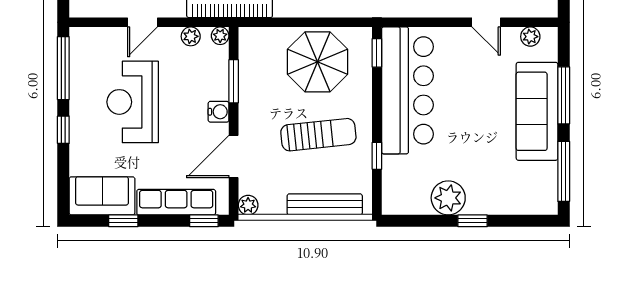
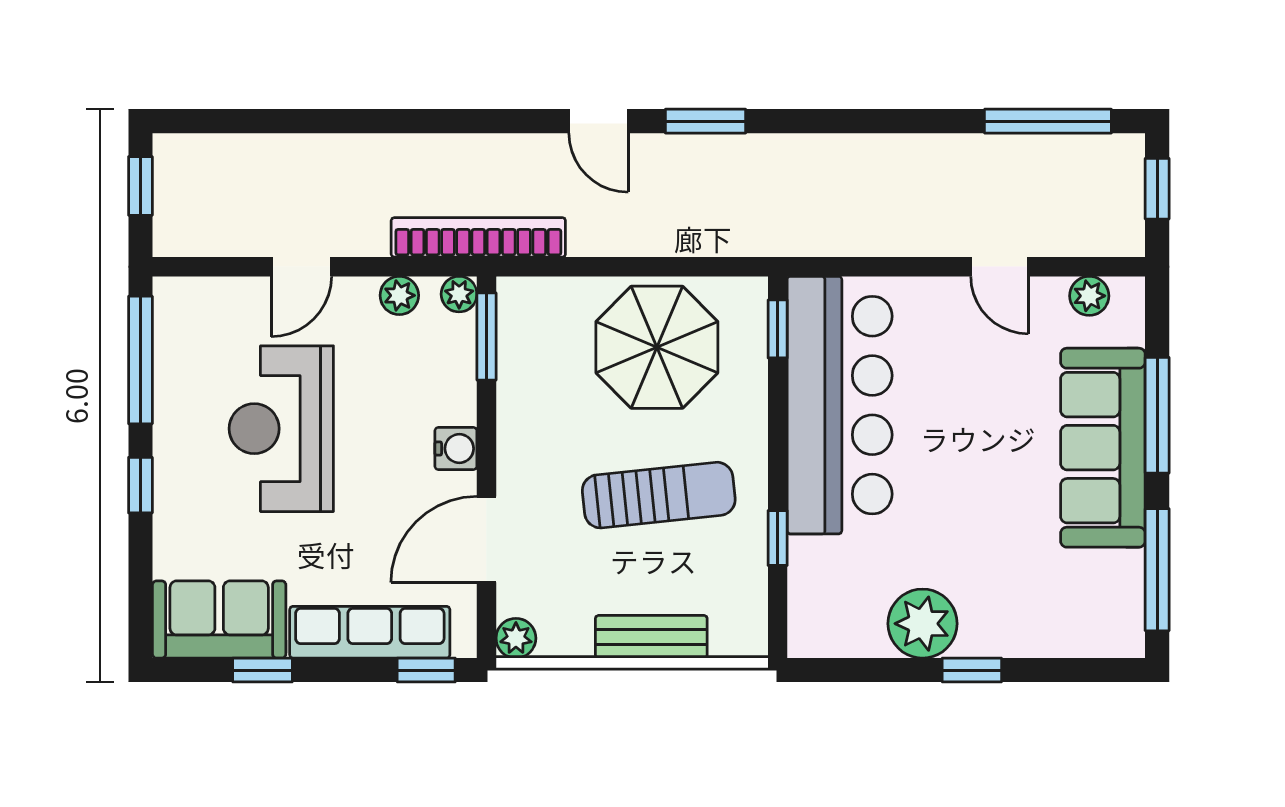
window: (234, 81) -> (486, 336), moved
bench: (325, 204) -> (651, 637), width x0.73

